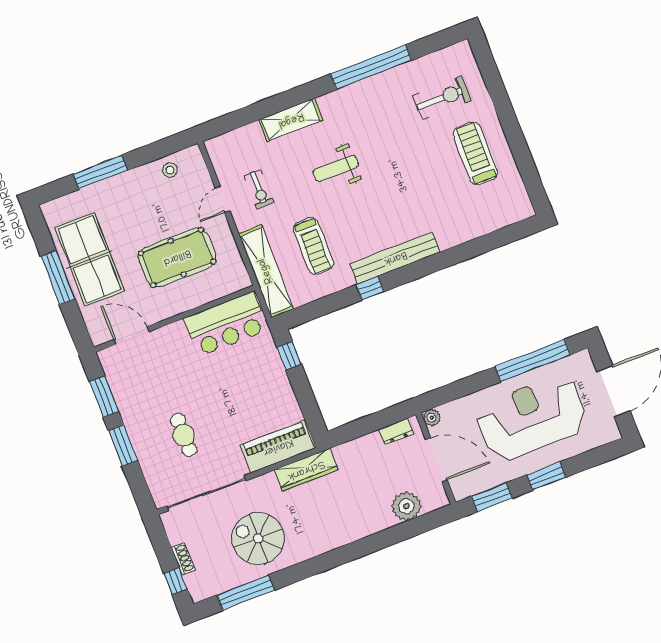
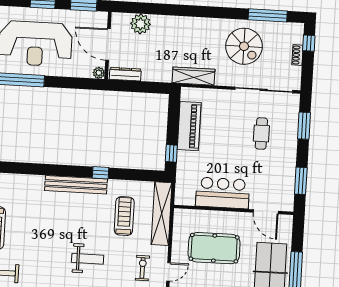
bar counter: (226, 324) -> (223, 193), moved
dresser: (396, 432) -> (125, 74), width x1.44
window: (123, 446) -> (304, 126), moved
piano: (278, 447) -> (189, 126), moved, turned -90

